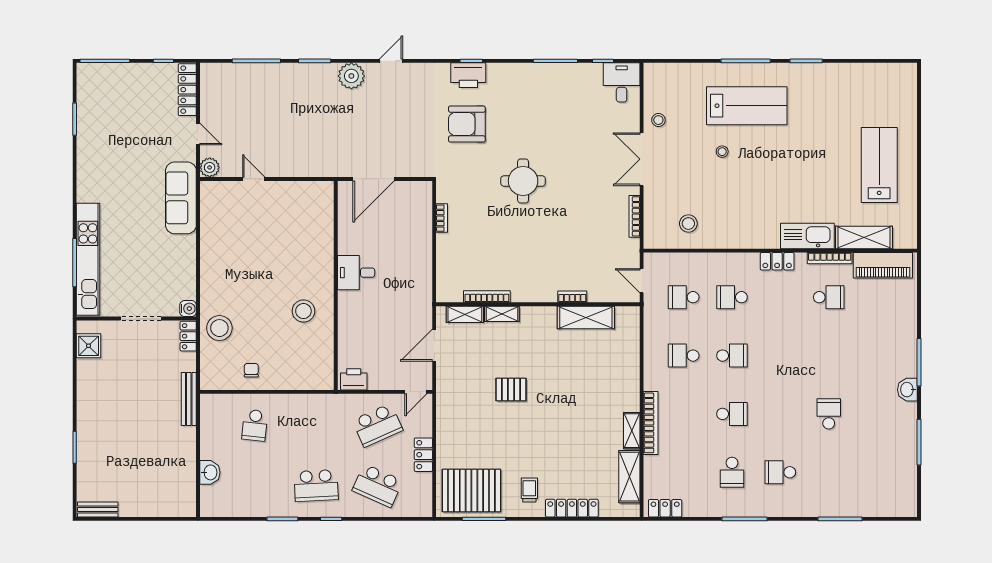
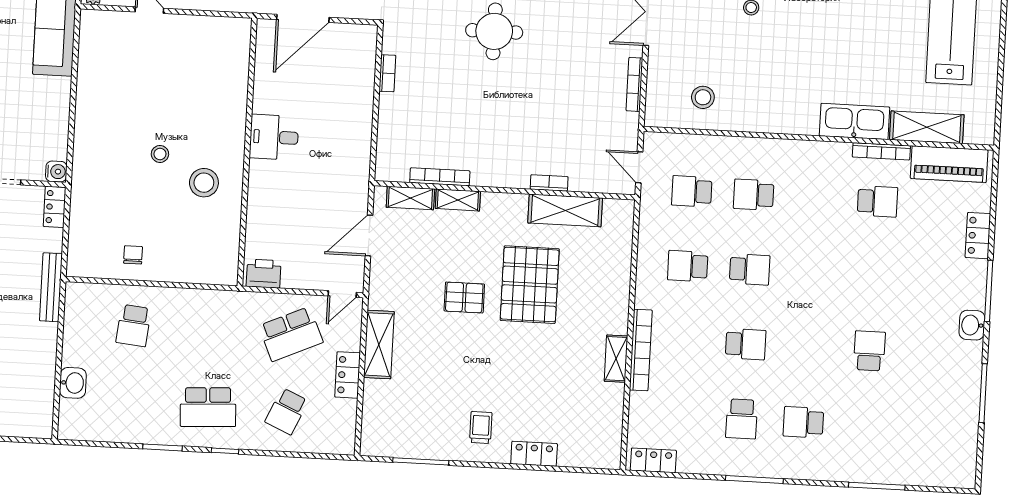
locker: (777, 261) -> (978, 236), moved, turned 90
stool: (219, 328) -> (160, 154), moved, width x0.53, depth x0.53
shelving: (629, 477) -> (379, 345), moved
school desk: (377, 486) -> (287, 411), width x0.54
pallet: (471, 490) -> (530, 285), moved, turned 90
locker: (572, 508) -> (534, 454), width x0.66

